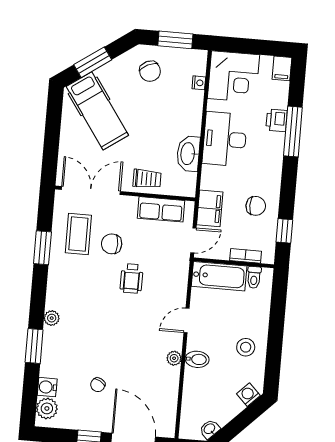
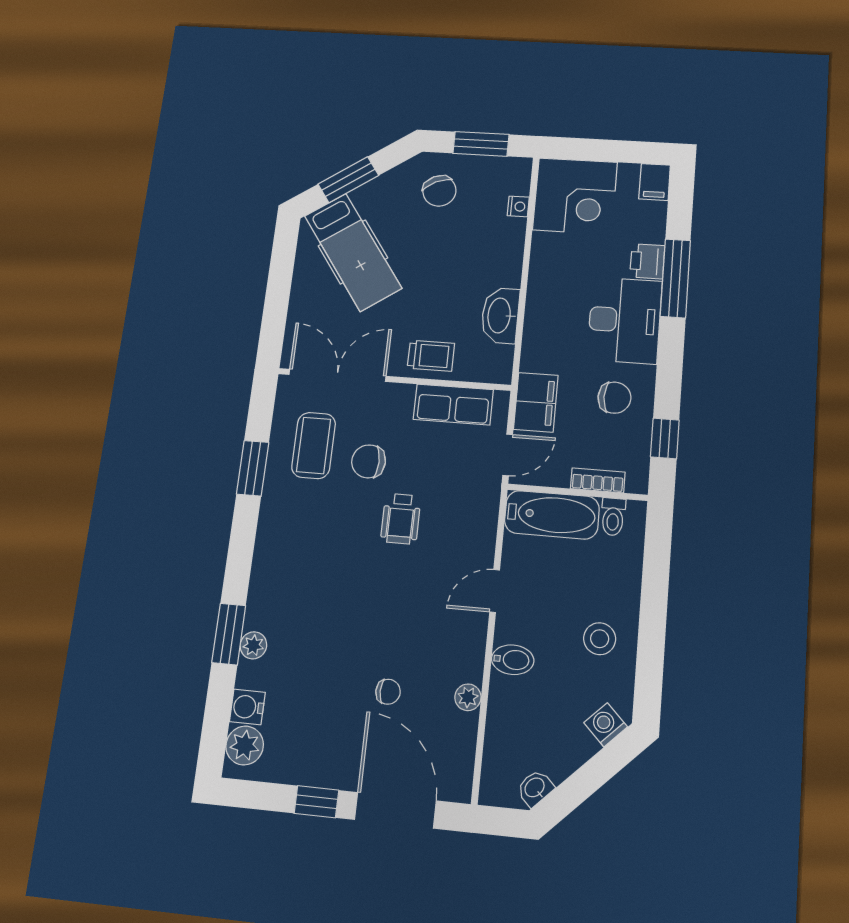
desk: (225, 139) -> (625, 320), moved, turned 180
plant: (52, 318) -> (253, 645), moved
plant: (174, 358) -> (468, 697), moved
chair: (98, 385) -> (388, 692), moved, turned -120

